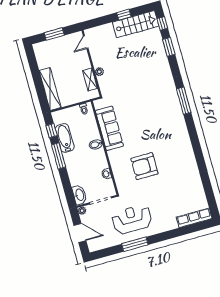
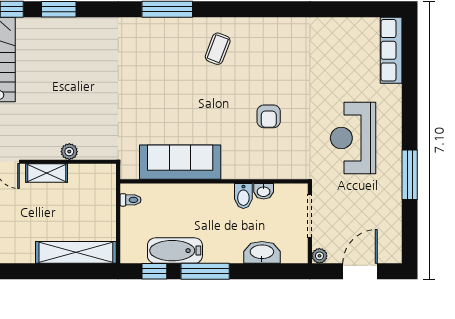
shelving: (90, 79) -> (47, 173), moved
coffee table: (171, 131) -> (218, 49), added
bidet: (96, 144) -> (243, 196), moved
armchair: (144, 166) -> (269, 116), width x0.53, depth x0.53
washbasin: (79, 195) -> (262, 252), moved
reception desk: (132, 219) -> (353, 138), moved

